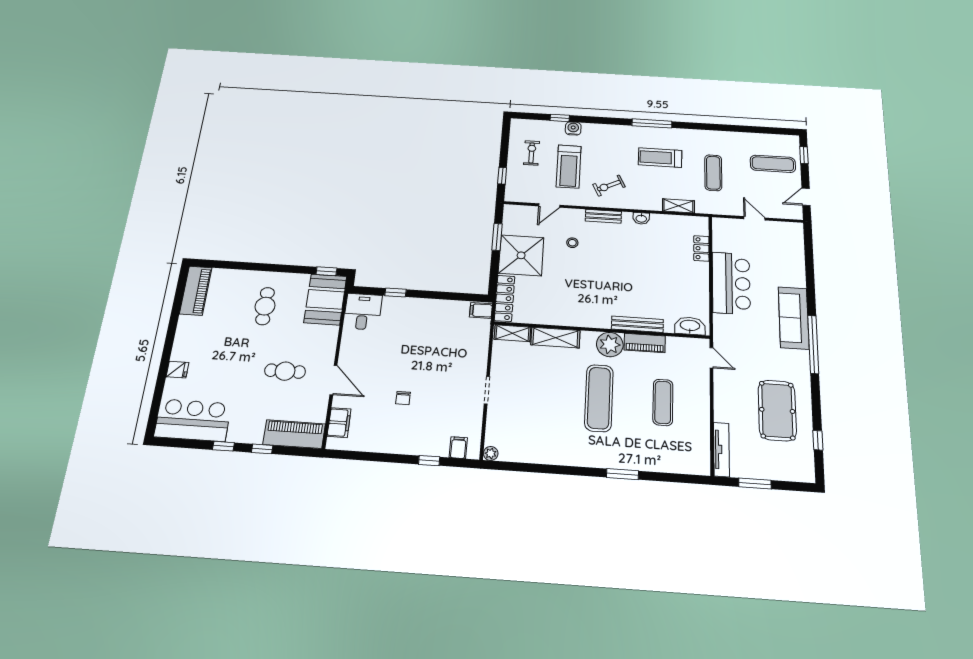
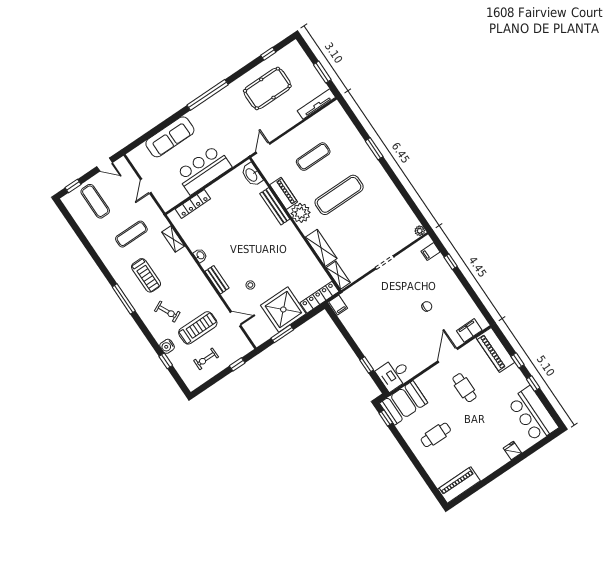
exercise bike: (609, 186) -> (167, 312), moved
locker: (701, 248) -> (193, 204), width x1.53
sofa: (794, 318) -> (170, 137), moved

